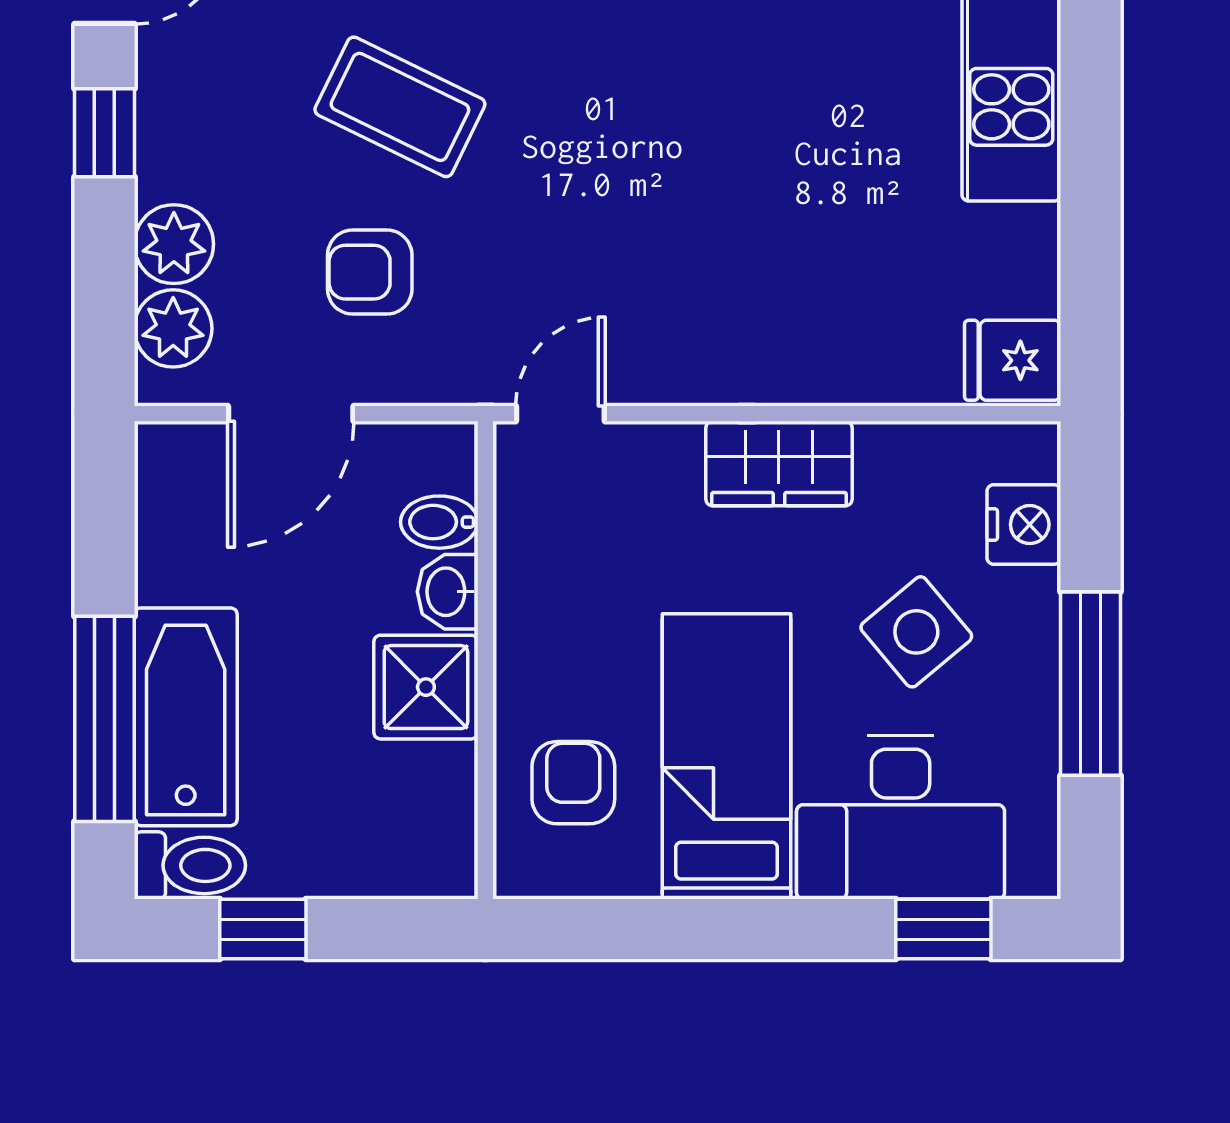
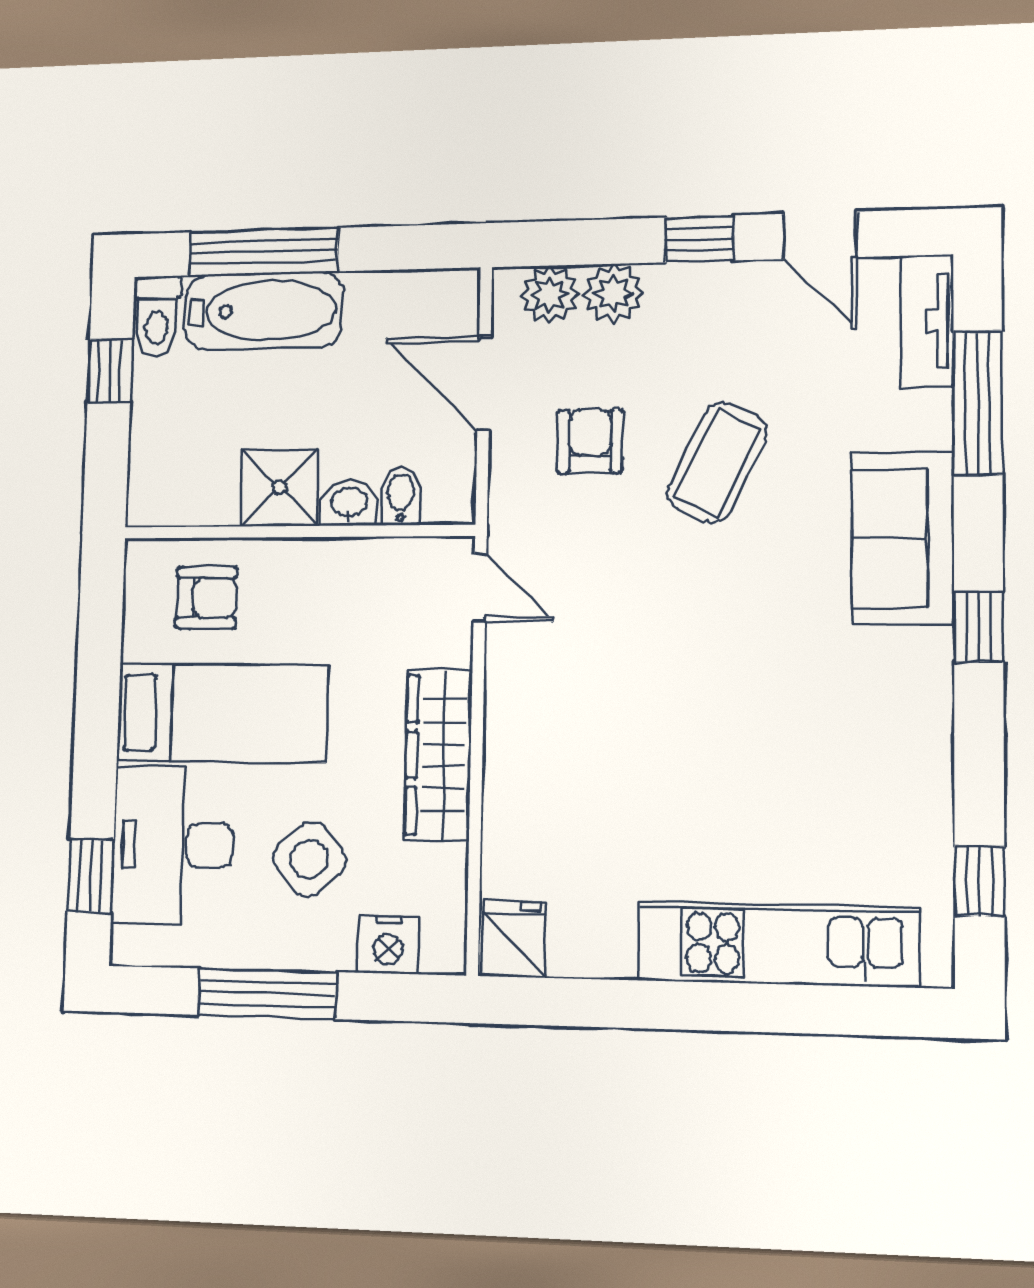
wardrobe: (779, 464) -> (439, 755), width x1.50

